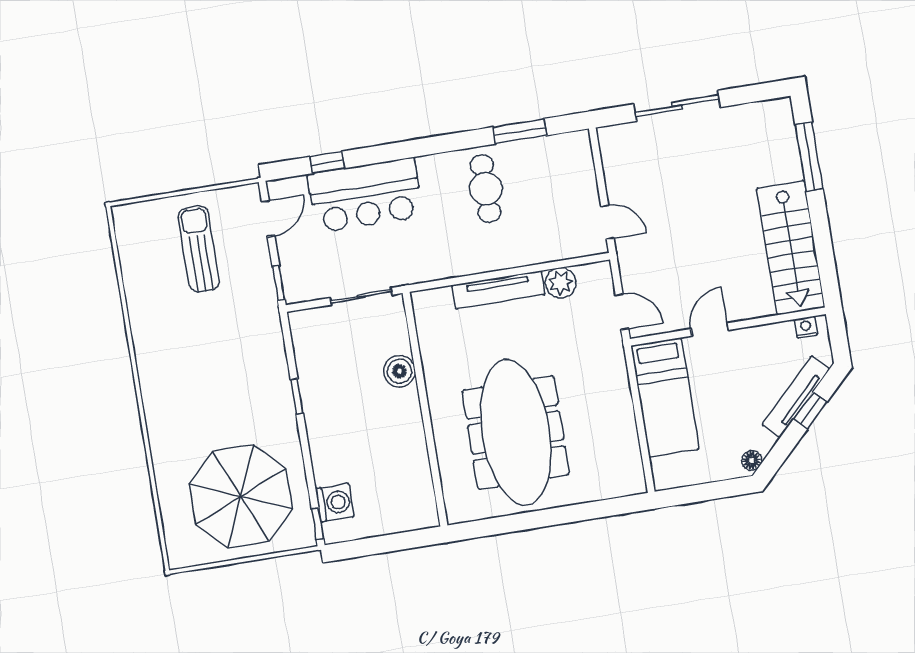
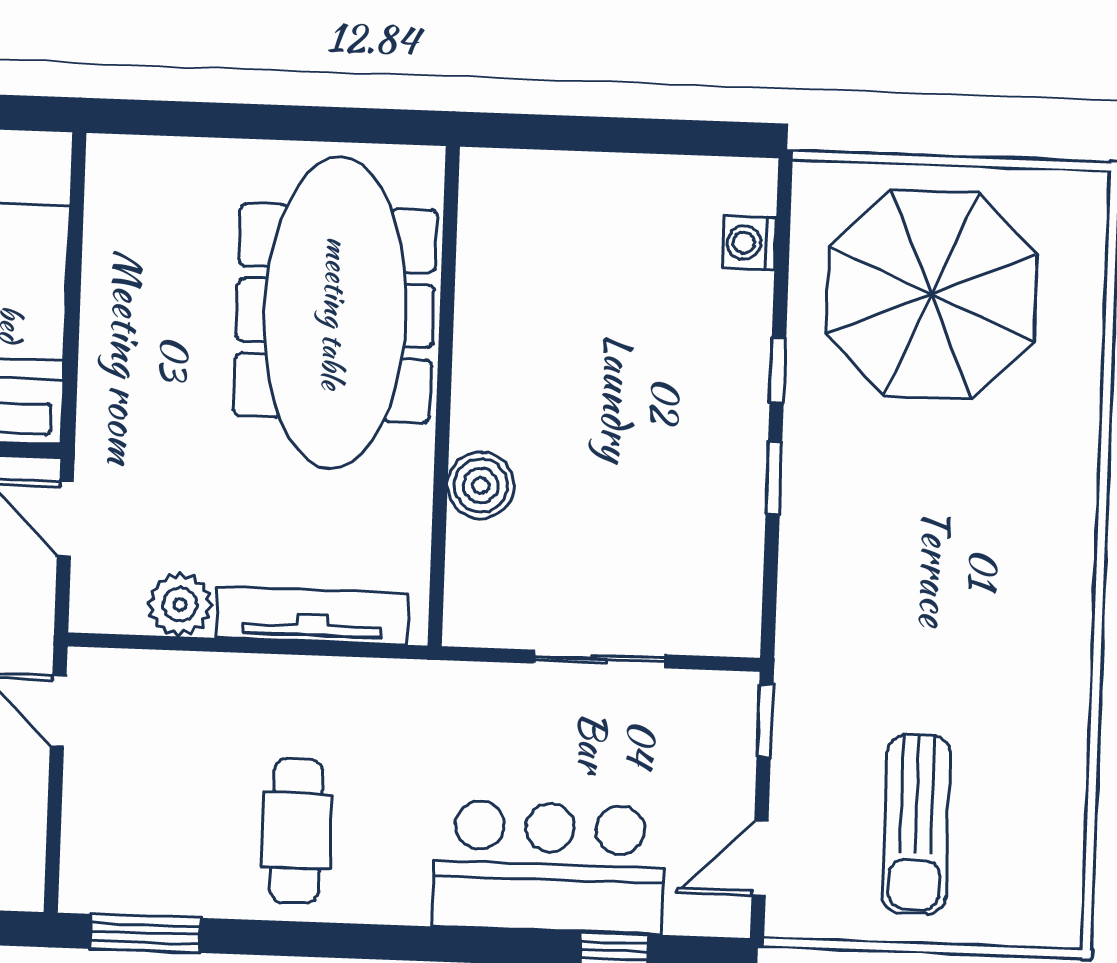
window: (520, 131) -> (145, 933), moved
boiler: (399, 371) -> (481, 485), moved
wall: (425, 409) -> (444, 396), moved
washing machine: (335, 503) -> (749, 243), width x0.73, depth x0.73
window: (318, 524) -> (778, 370), moved

